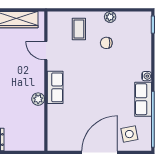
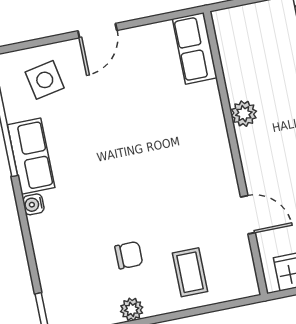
row of seats: (55, 87) -> (195, 48), moved
door: (100, 152) -> (97, 31), width x0.53

